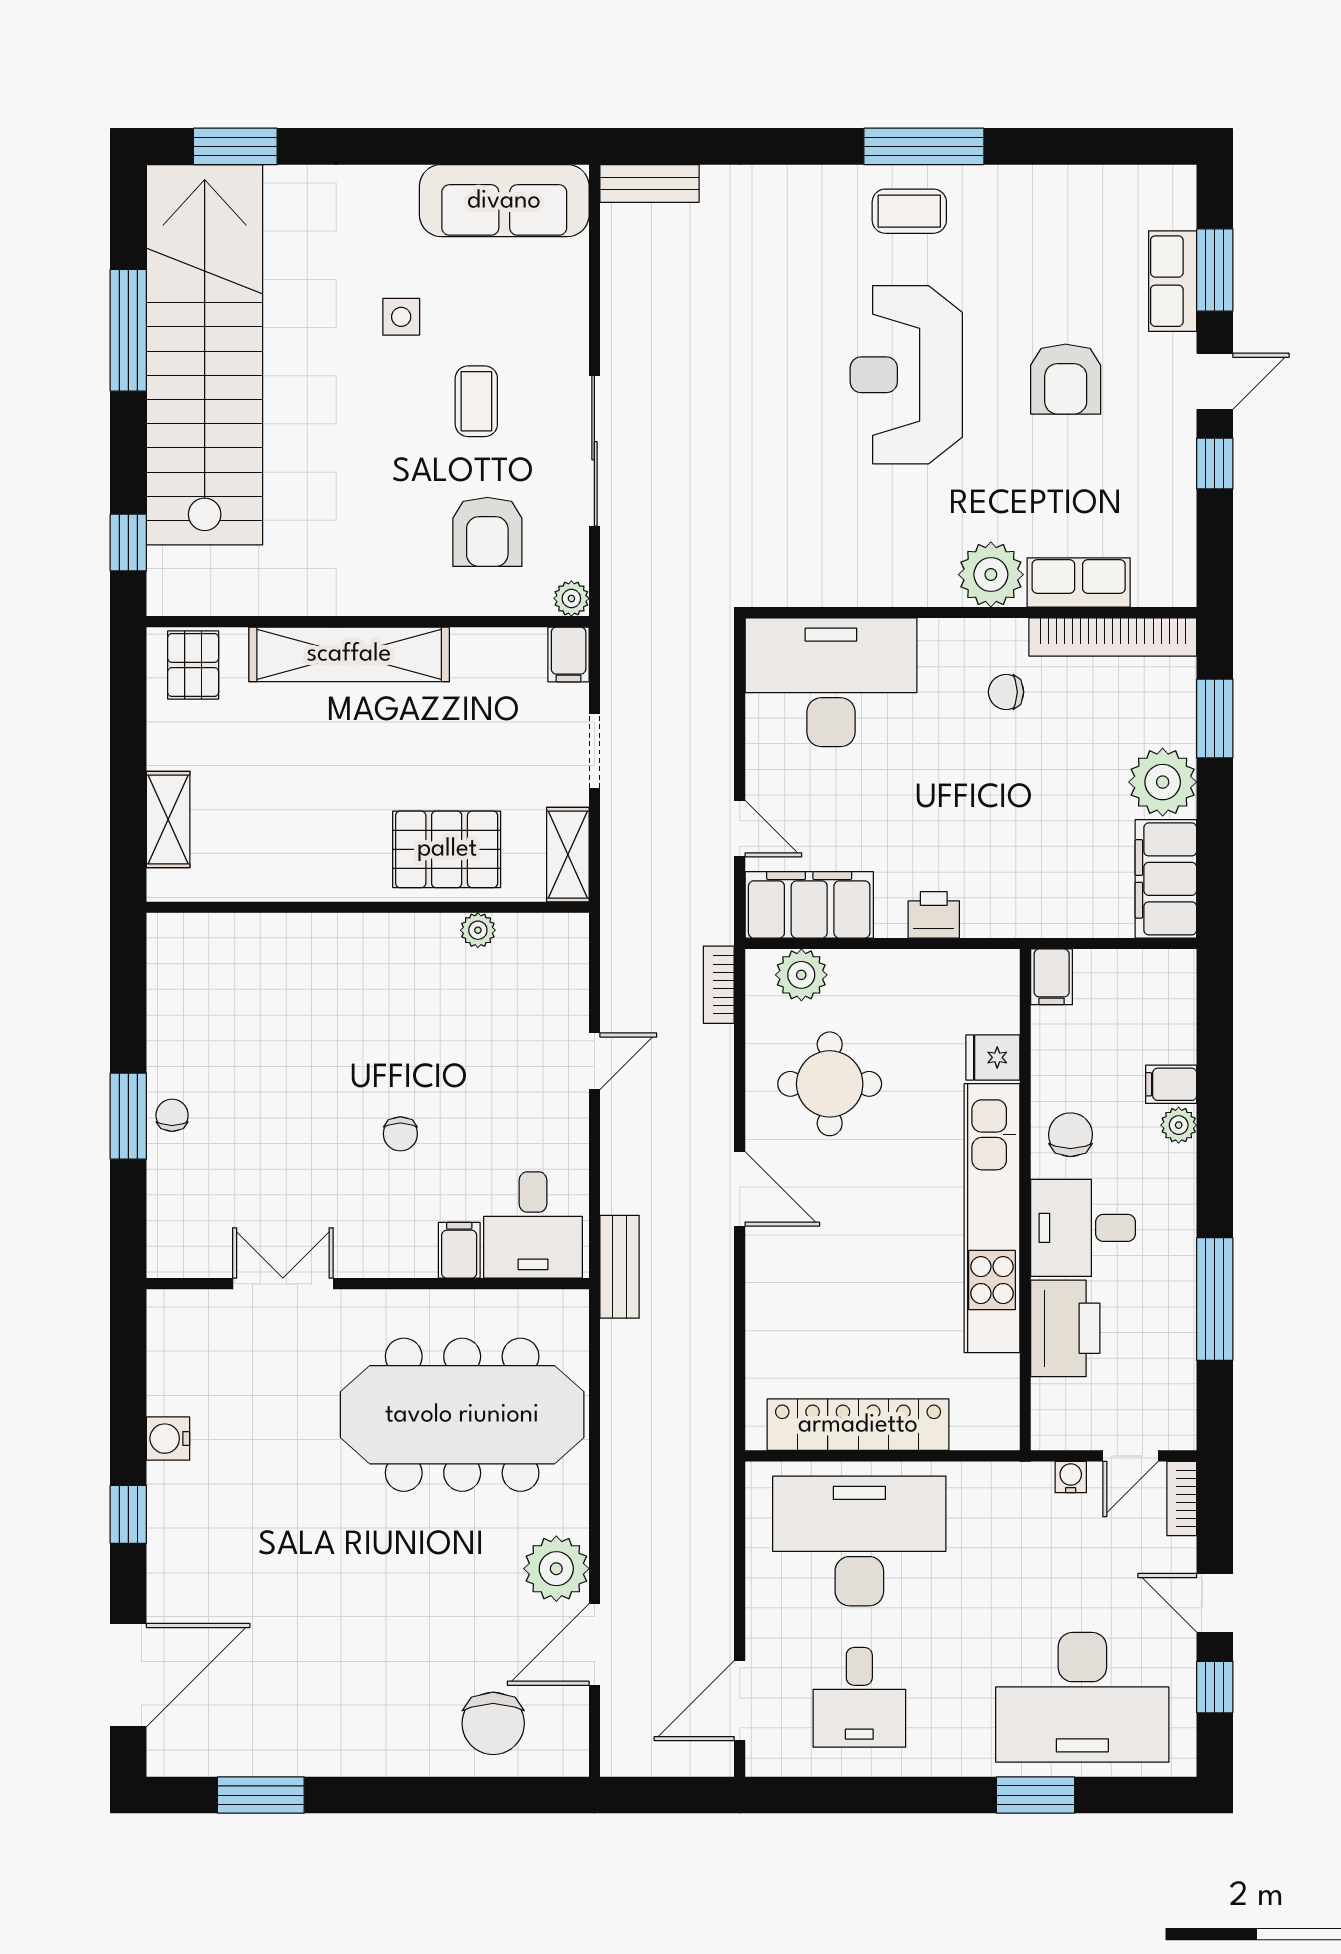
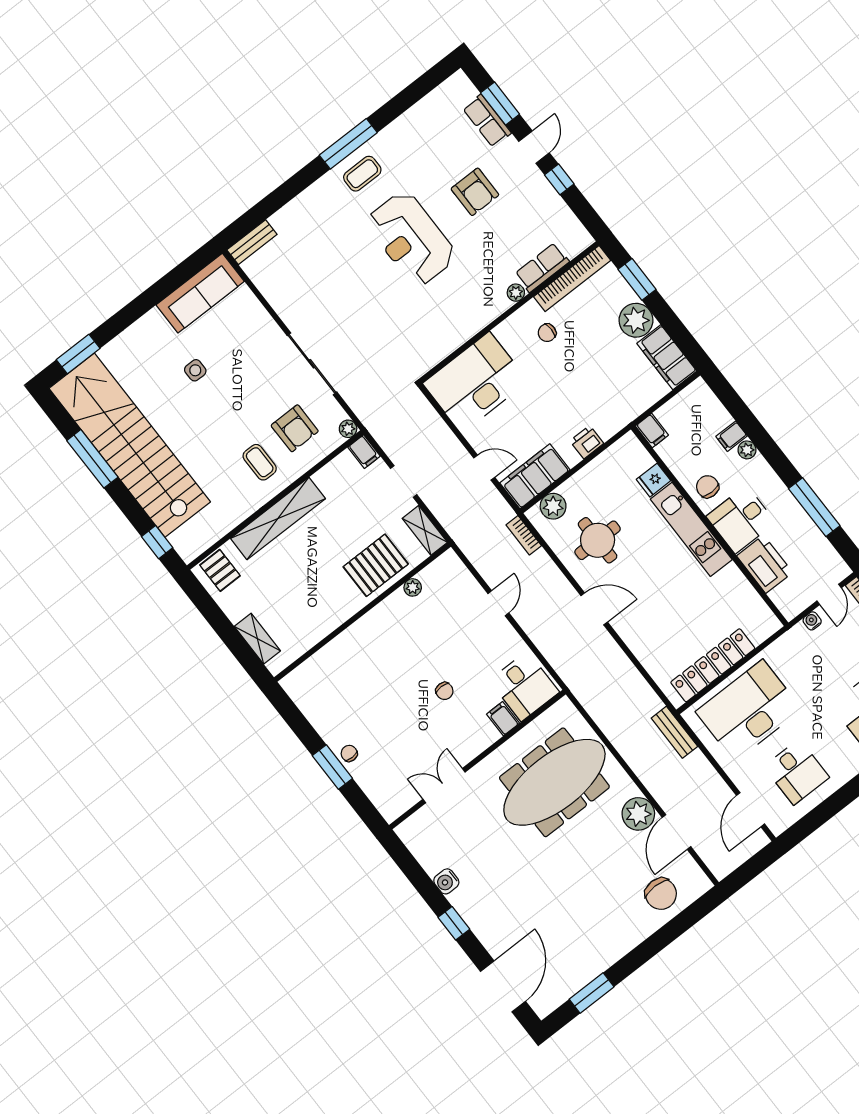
coffee table: (476, 401) -> (260, 462), moved
plant: (991, 575) -> (516, 293), width x0.53, depth x0.53
kitchen unit: (992, 1218) -> (691, 529), width x0.73
bench: (620, 1267) -> (674, 732), moved

